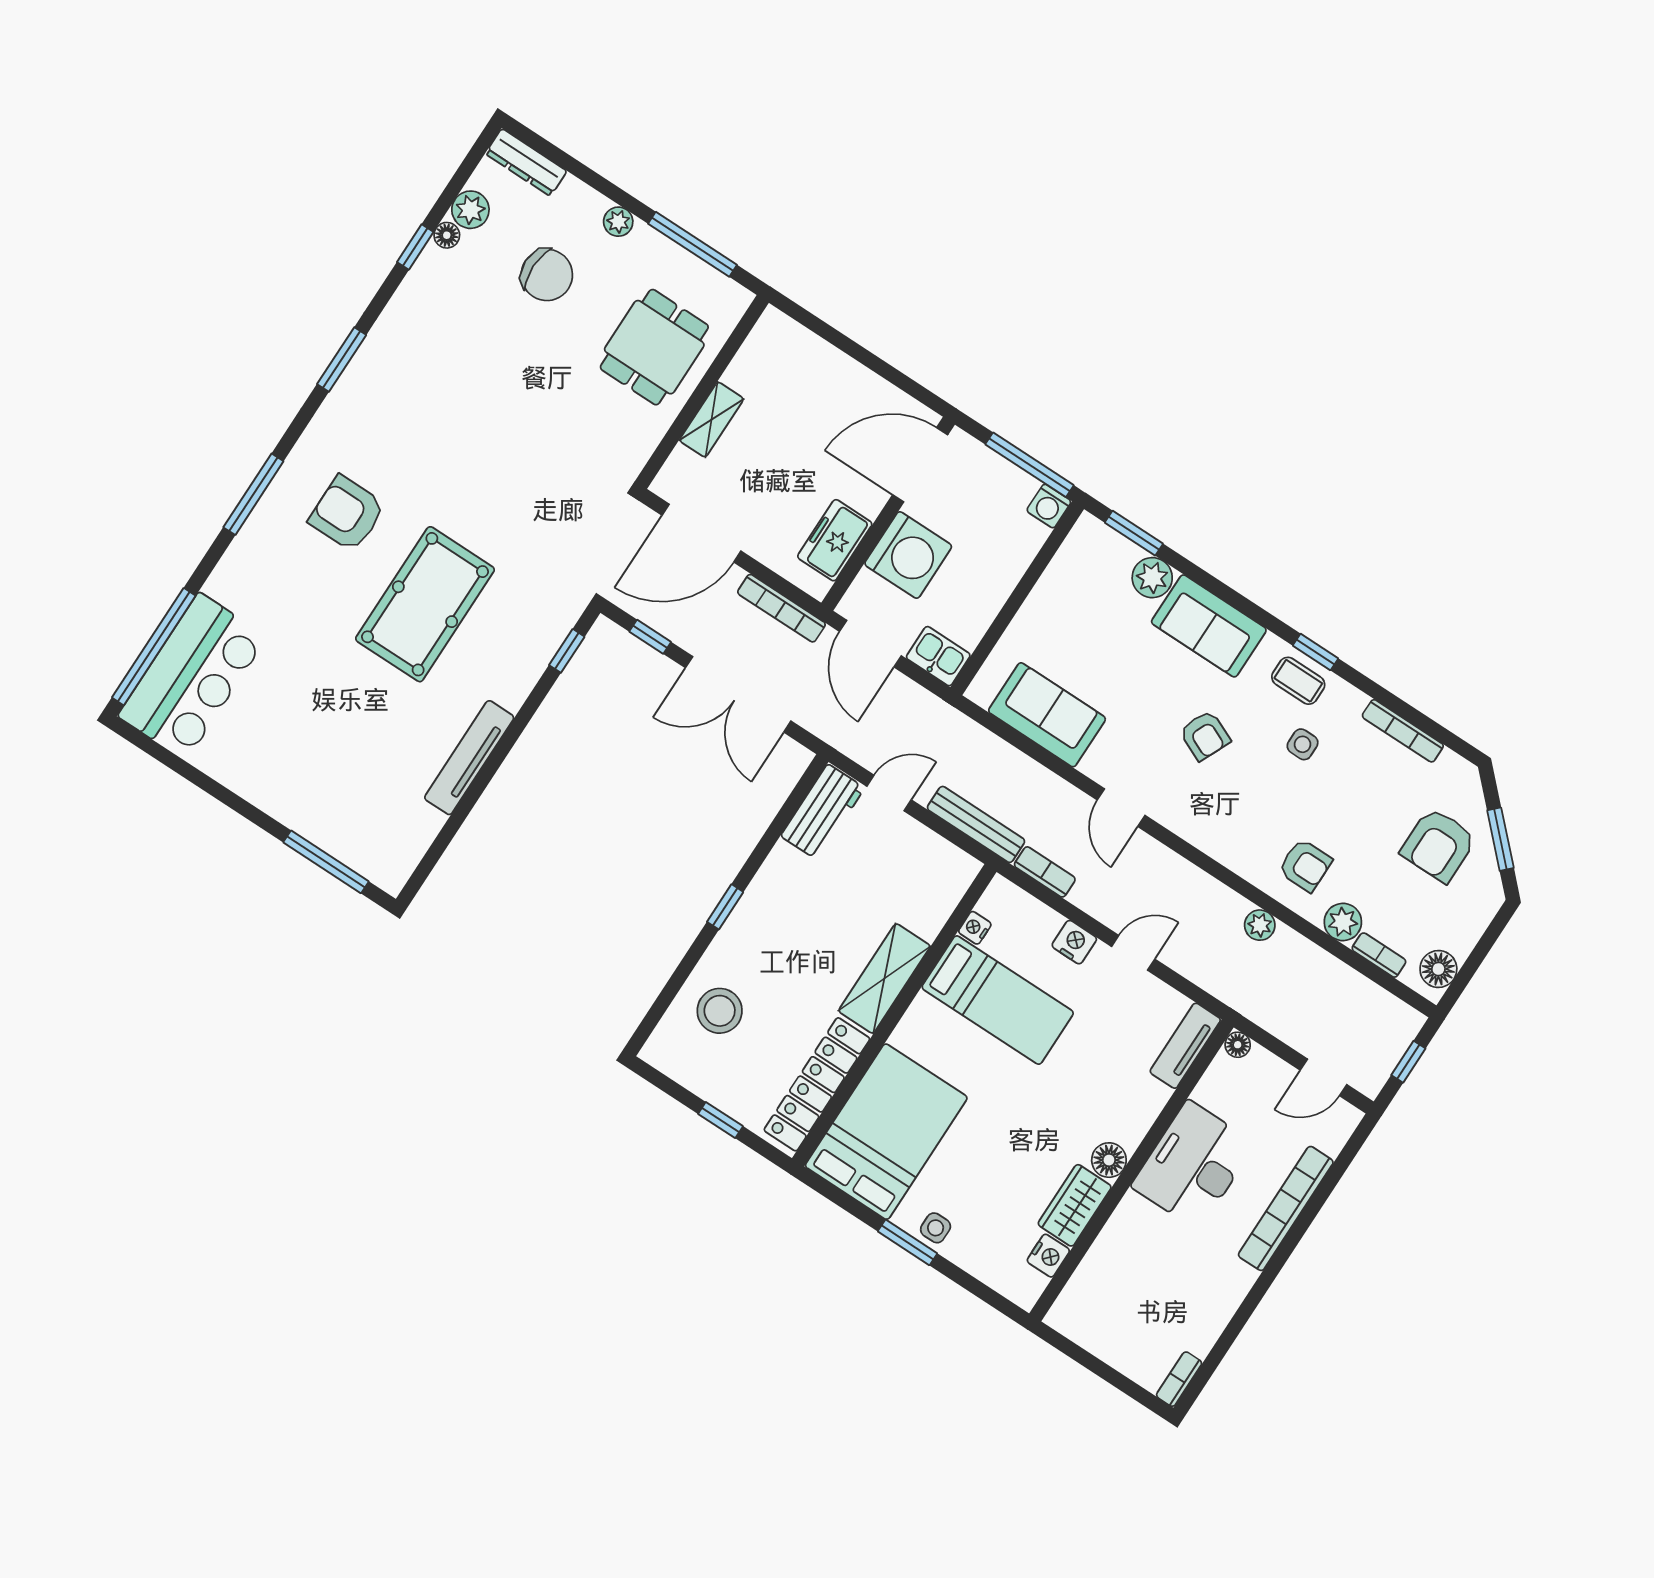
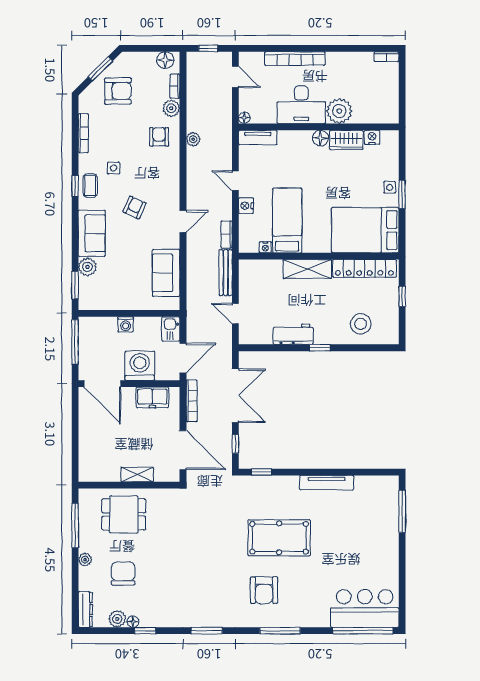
washing machine: (1049, 506) -> (126, 324), moved, turned 90
workbench: (823, 812) -> (293, 334), moved
plant: (1136, 1227) -> (339, 111), added

